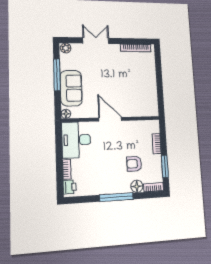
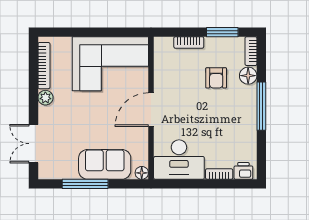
double door: (96, 41) -> (33, 144), moved
plant: (66, 48) -> (45, 98), moved
corner sofa: (140, 91) -> (110, 64), added

